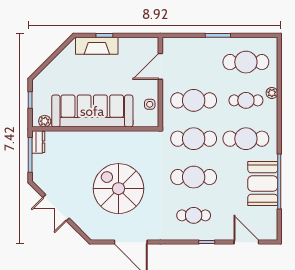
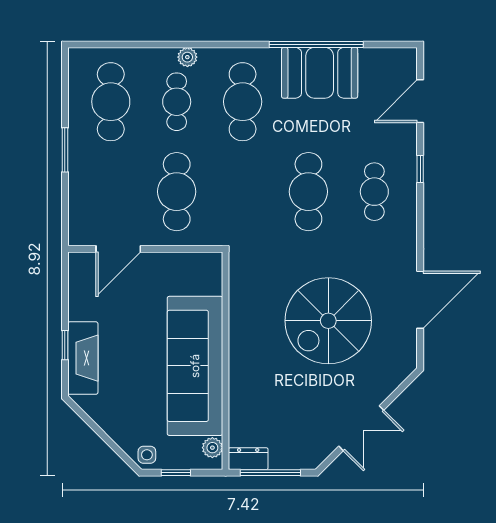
door: (160, 66) -> (118, 249), hinge flipped
plant: (272, 93) -> (187, 57), moved
side table: (150, 104) -> (147, 455), moved
cafe table: (194, 139) -> (243, 192), removed

